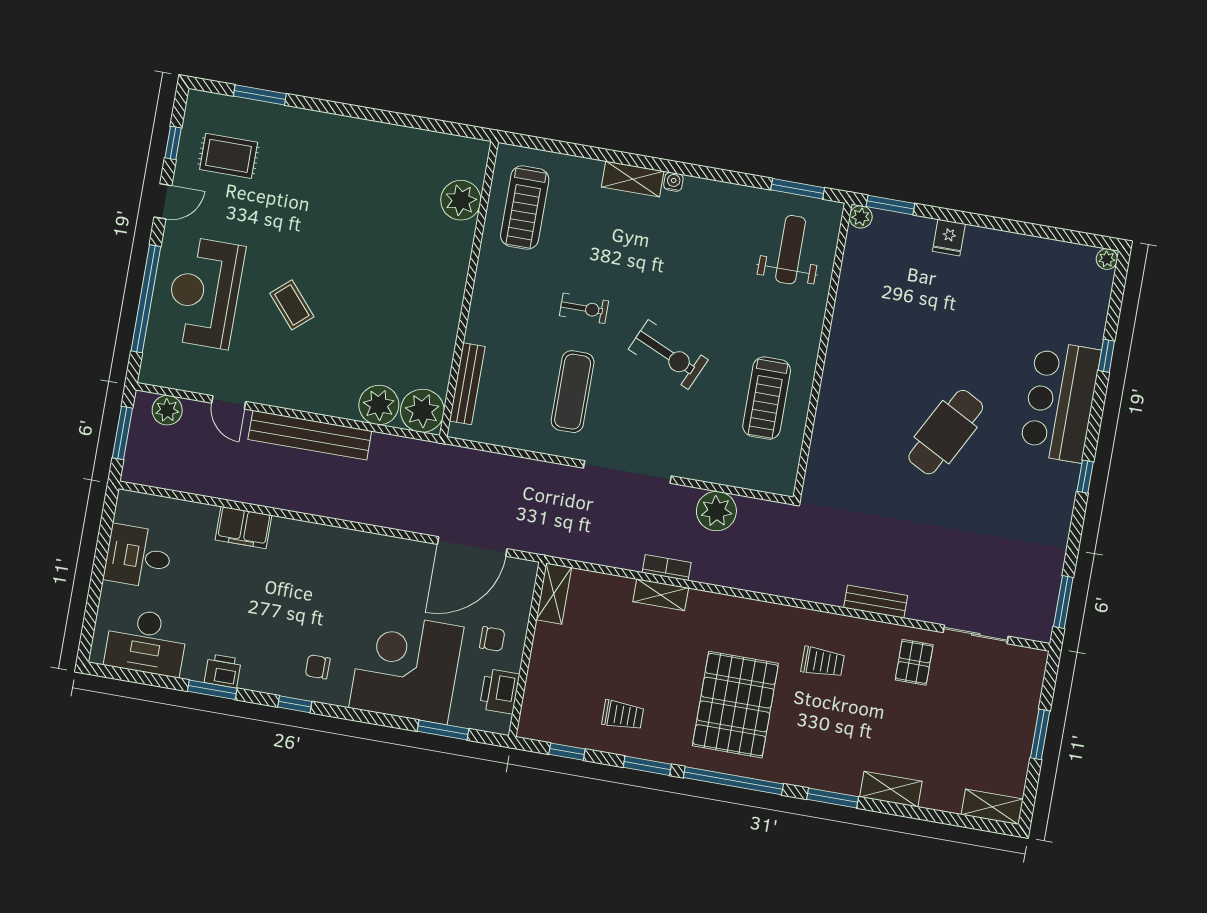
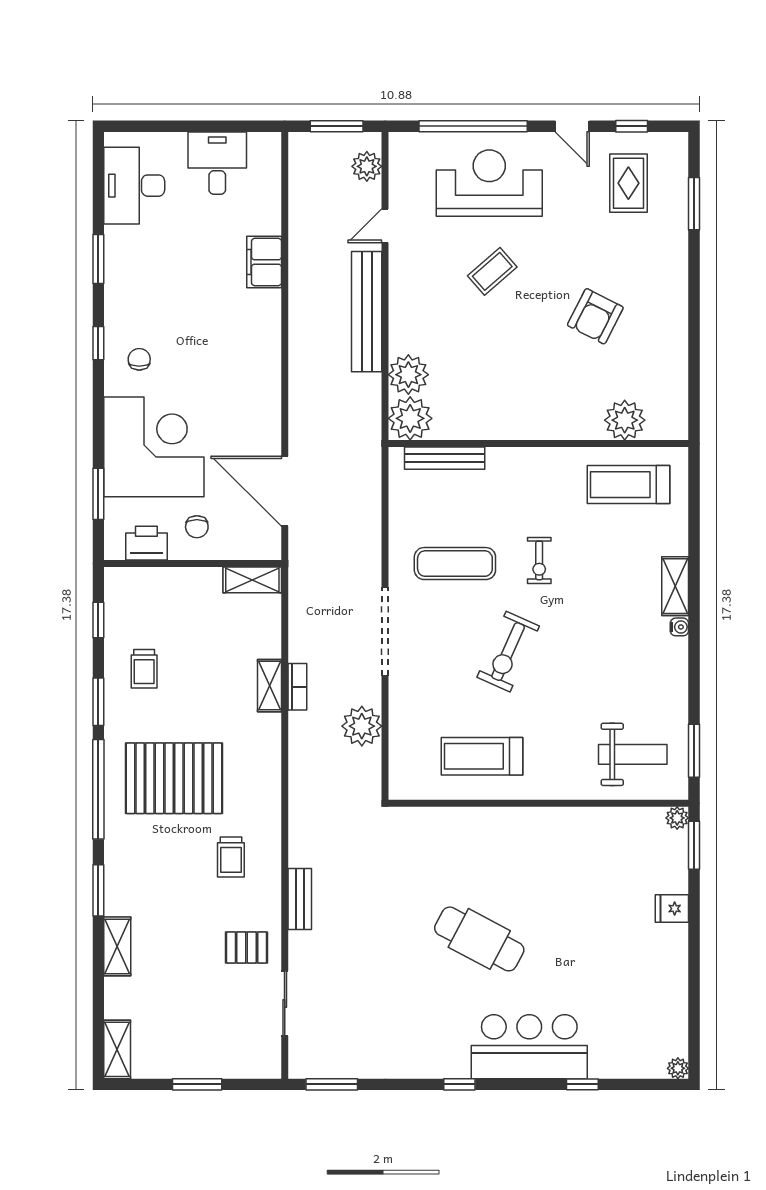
armchair: (354, 211) -> (595, 316), added
printer: (223, 671) -> (119, 266), removed

